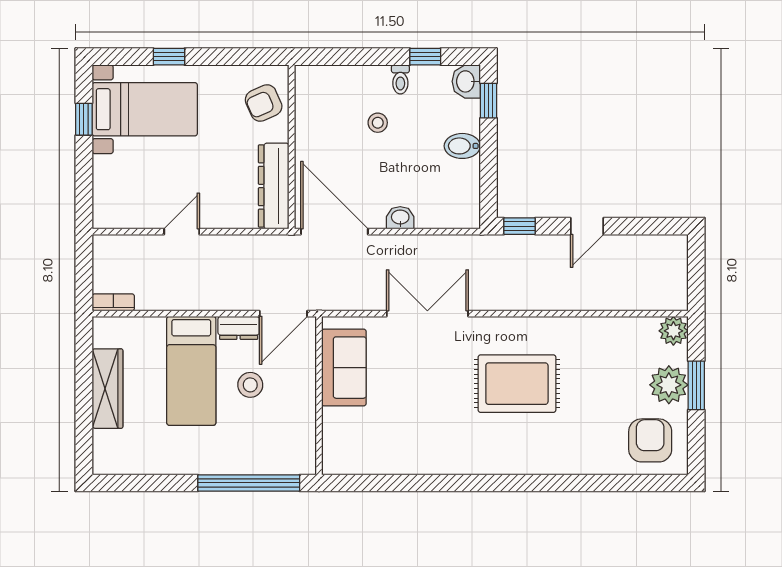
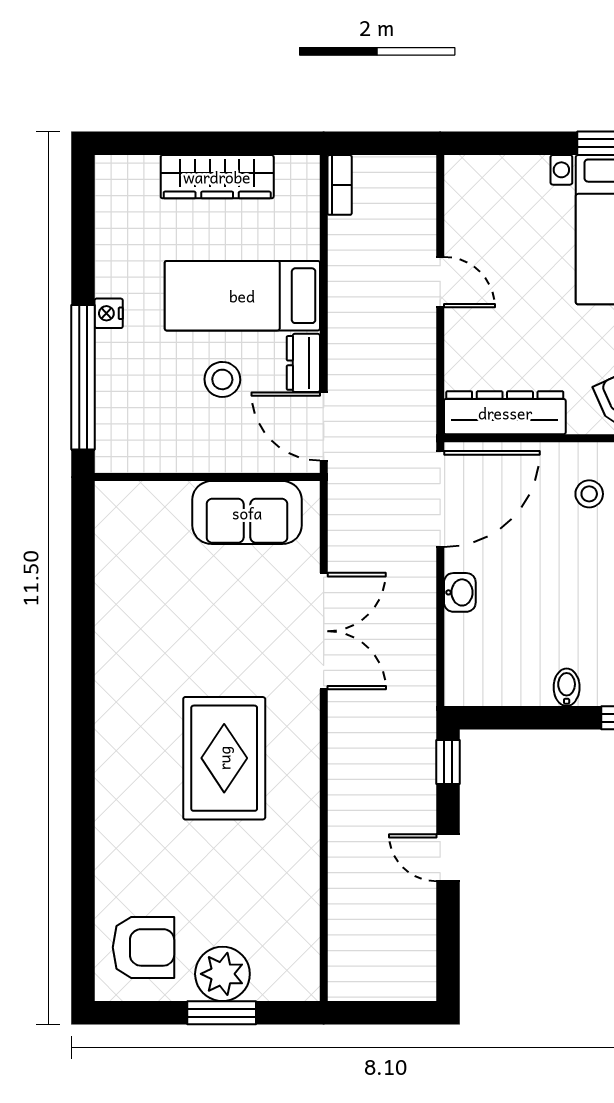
stool: (378, 123) -> (589, 494), moved
bidet: (462, 146) -> (567, 687), width x0.72, depth x0.74
plant: (673, 331) -> (299, 981), removed
nightstand: (204, 465) -> (109, 313), added

